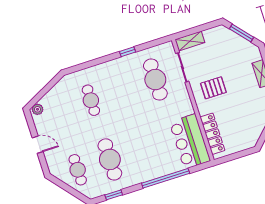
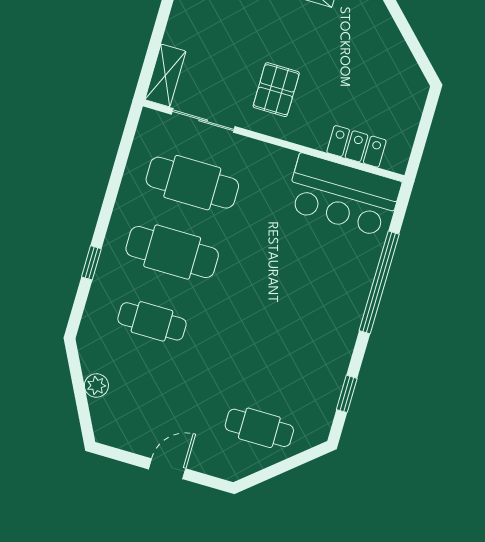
window: (128, 52) -> (91, 263), moved
plant: (37, 109) -> (96, 386), moved
locker: (212, 134) -> (356, 146), width x0.66
cafe table: (110, 159) -> (172, 252), moved

